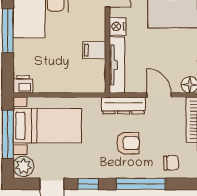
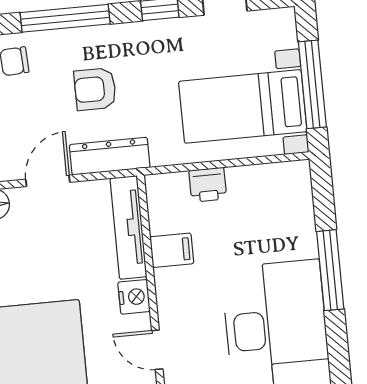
printer: (23, 84) -> (208, 185), moved
door: (159, 95) -> (48, 181), swing flipped
plant: (23, 166) -> (279, 30), removed

